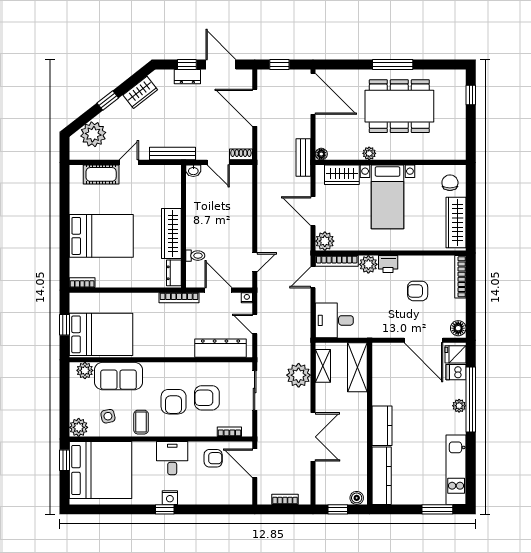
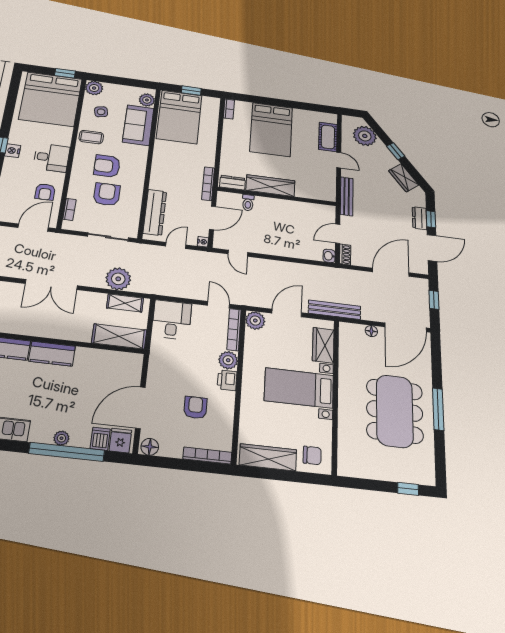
plant: (369, 153) -> (345, 375), removed
floor lamp: (321, 154) -> (371, 331), moved
bench: (303, 158) -> (334, 310), width x1.36
washbasin: (193, 171) -> (329, 256), moved

